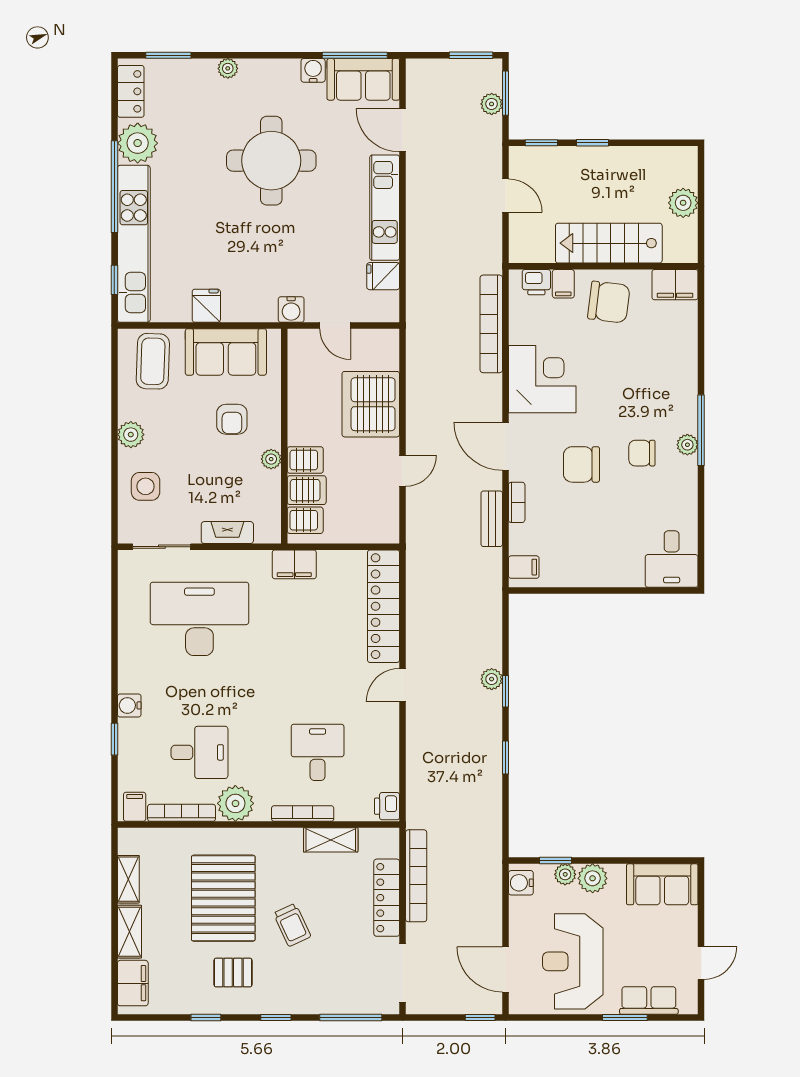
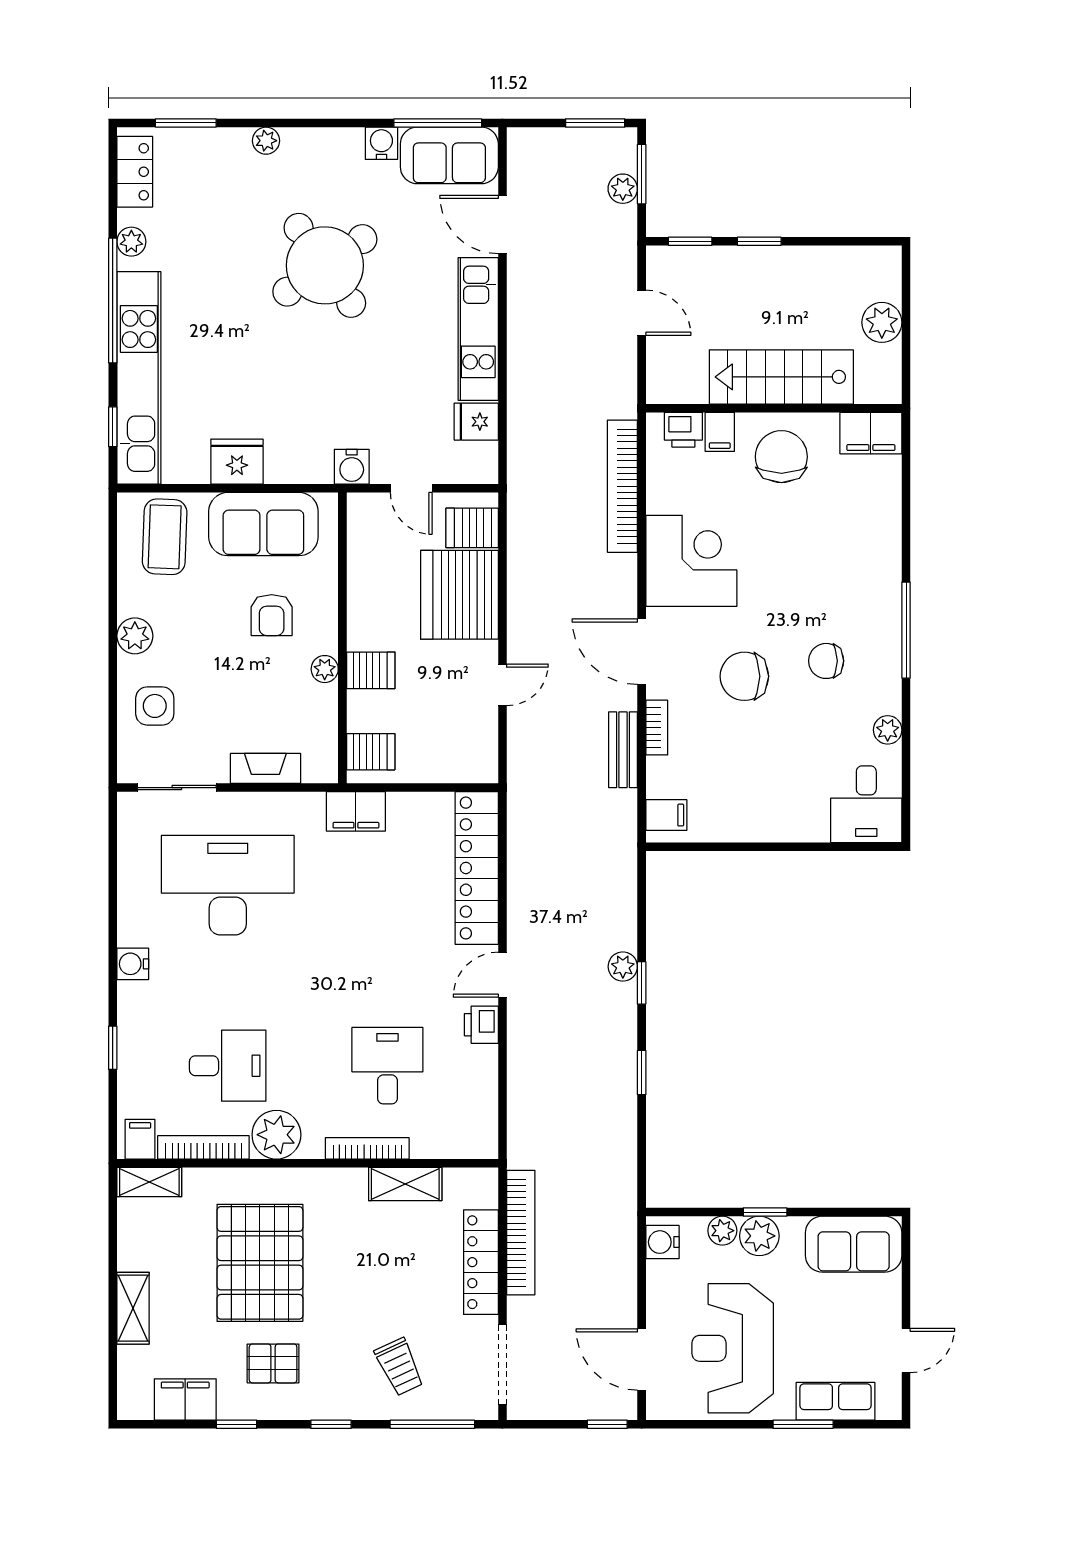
plant: (138, 143) -> (131, 242), width x0.53, depth x0.53
round table: (271, 161) -> (325, 265), turned -35
chair: (609, 302) -> (781, 457), turned -97
fridge: (206, 306) -> (237, 462), width x1.38
plant: (687, 445) -> (888, 730), moved
server rack: (307, 490) -> (472, 528), moved, turned 180
water cooler: (129, 705) -> (133, 964), moved
printer: (387, 806) -> (481, 1025), moved
window: (556, 861) -> (765, 1212), moved
shelving: (128, 879) -> (149, 1182), moved, turned 90
trolley: (292, 925) -> (399, 1367), moved
filing cabinet: (133, 983) -> (185, 1399), moved, turned -90

